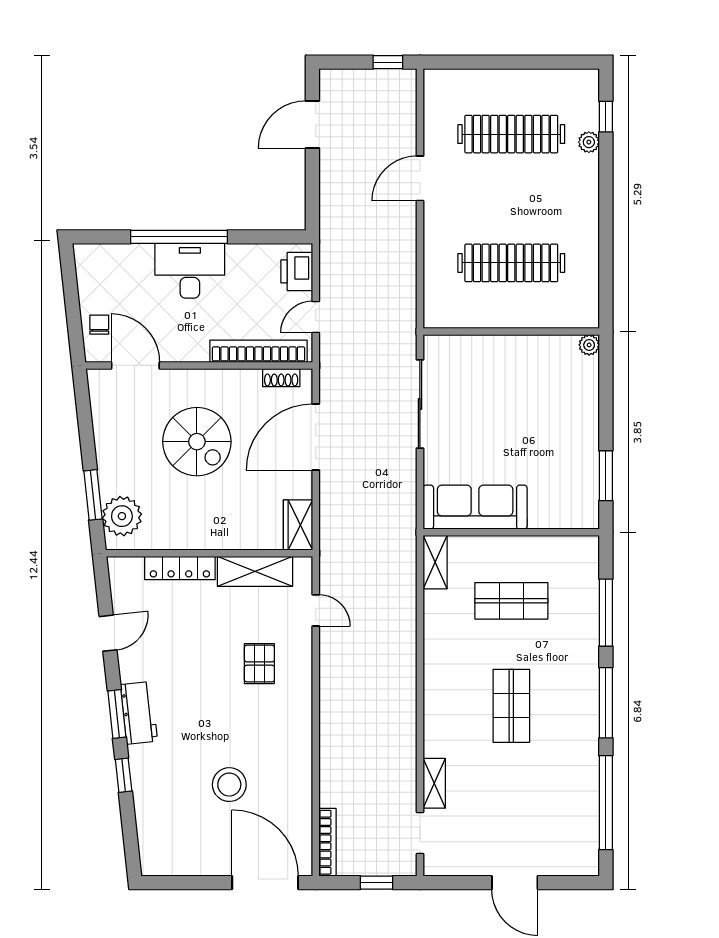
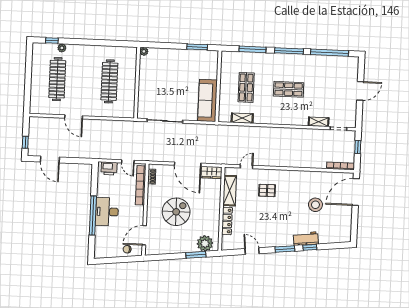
window: (388, 62) -> (25, 142), moved
door: (316, 437) -> (188, 164), moved
shelving: (435, 562) -> (242, 118), moved
workbench: (139, 713) -> (306, 239), moved

